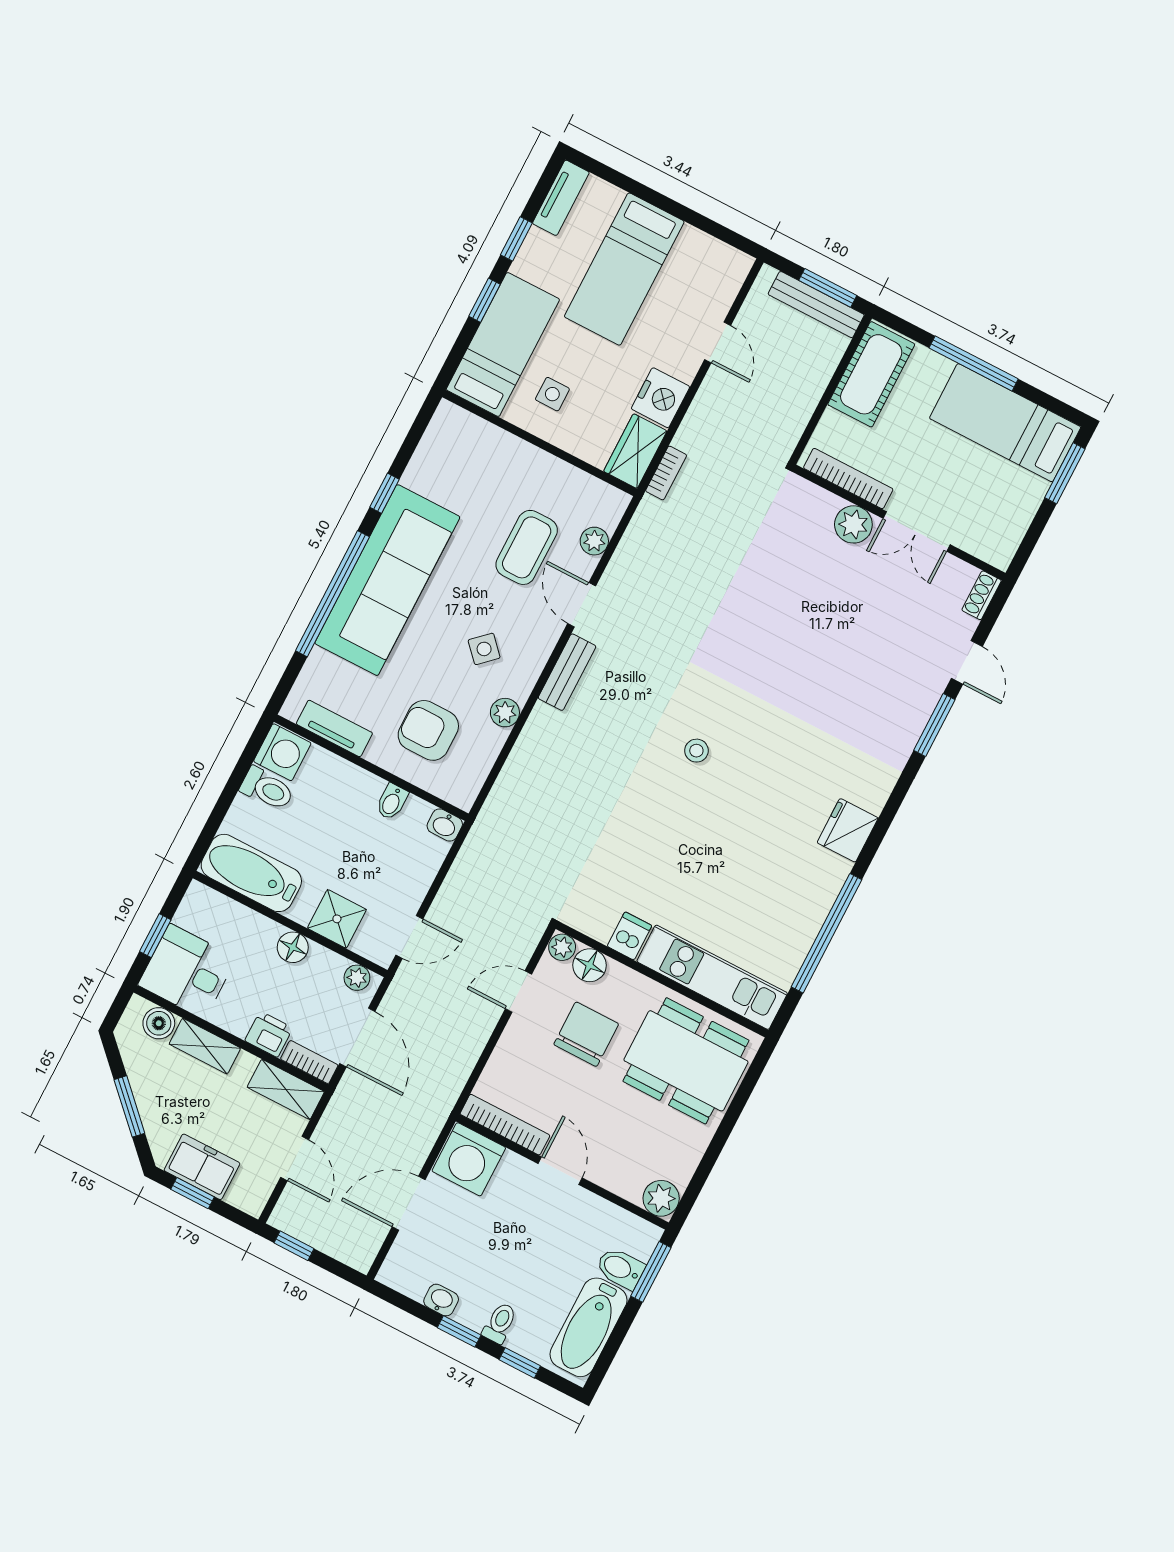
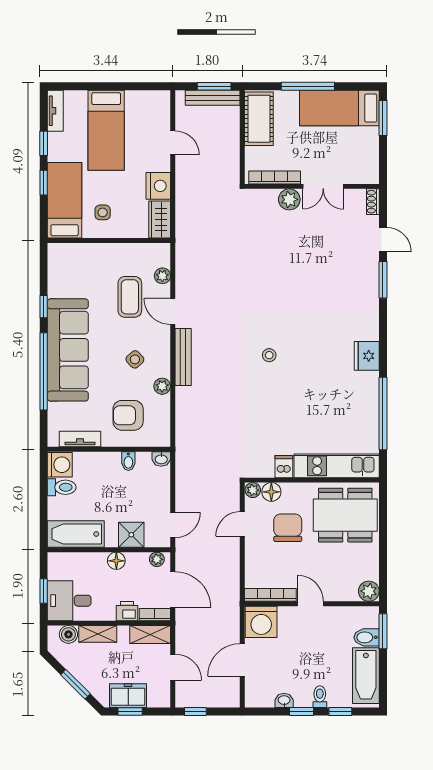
bookcase: (666, 473) -> (181, 223), removed
bench: (567, 672) -> (183, 357), width x1.36

